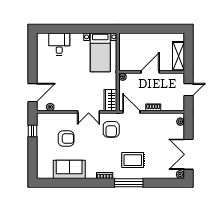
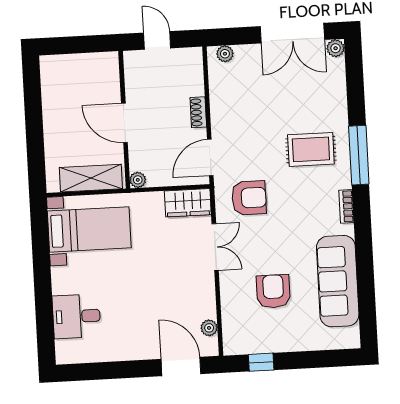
shelving: (179, 56) -> (91, 178), moved
rug: (133, 160) -> (311, 149), turned 90
sofa: (69, 169) -> (338, 281), width x1.36

